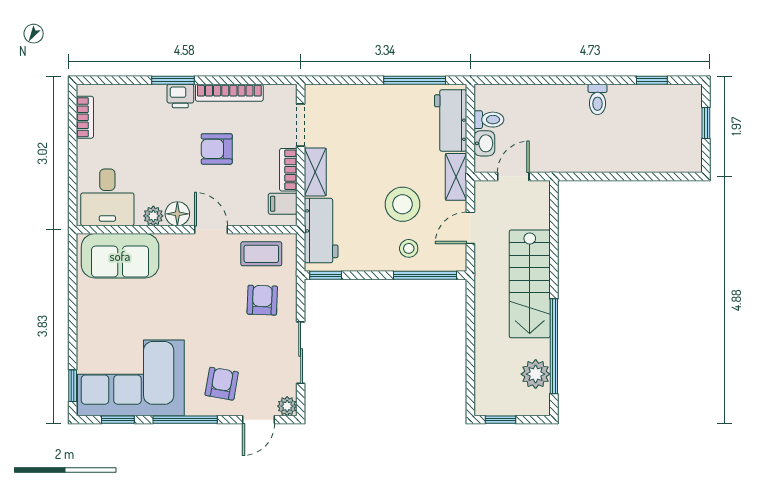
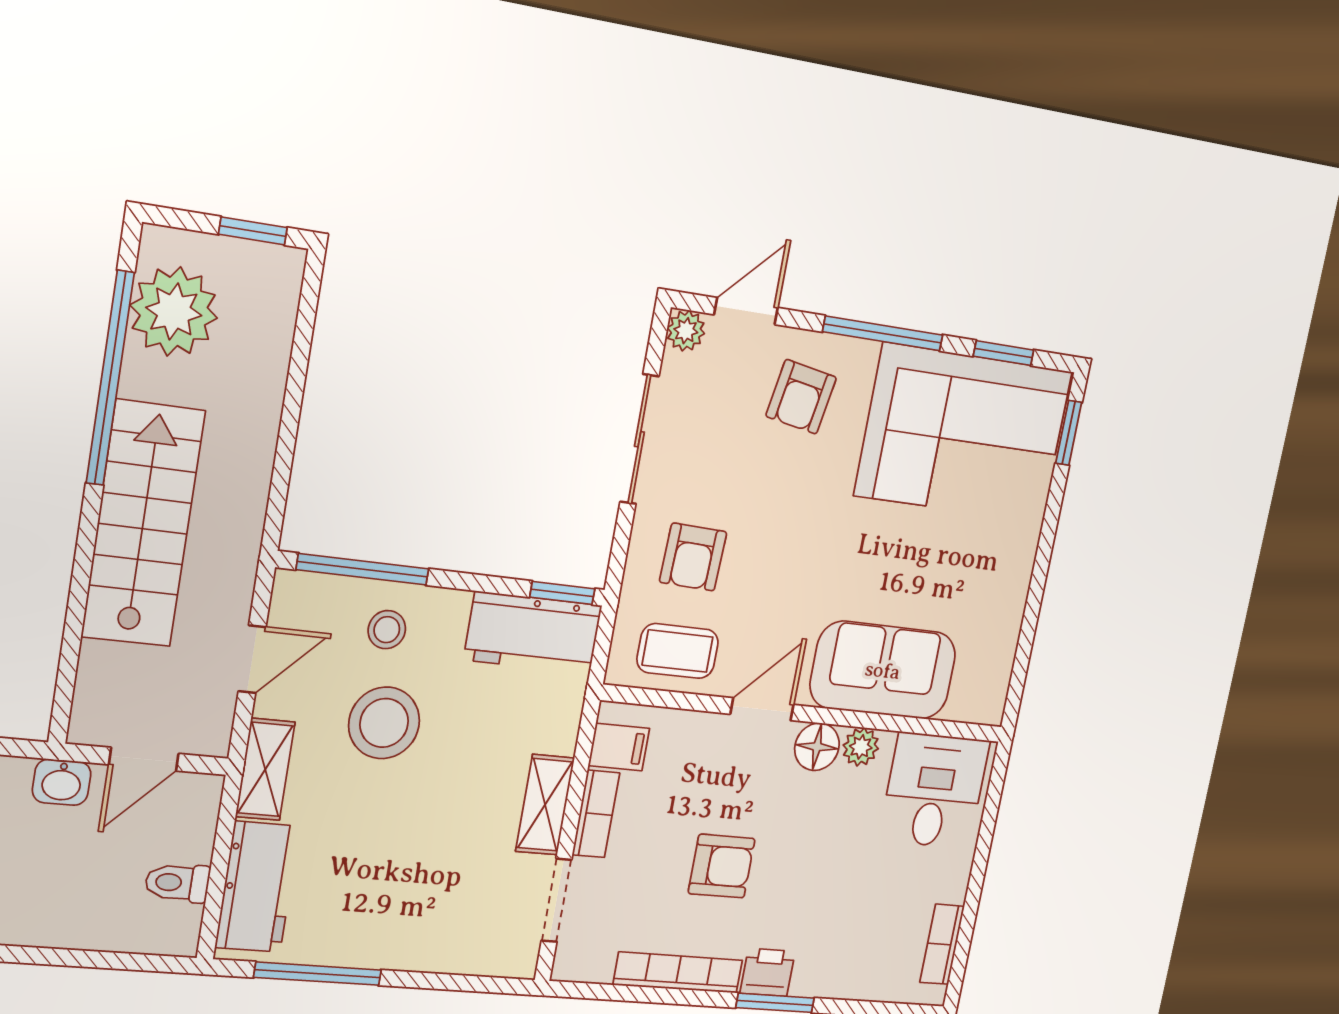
washbasin: (484, 143) -> (62, 782), moved, turned -90
door: (211, 230) -> (762, 709), swing flipped
workbench: (321, 231) -> (533, 633), moved, turned -90
sofa: (120, 256) -> (883, 670), moved
plant: (536, 374) -> (174, 312), width x1.36, depth x1.36

